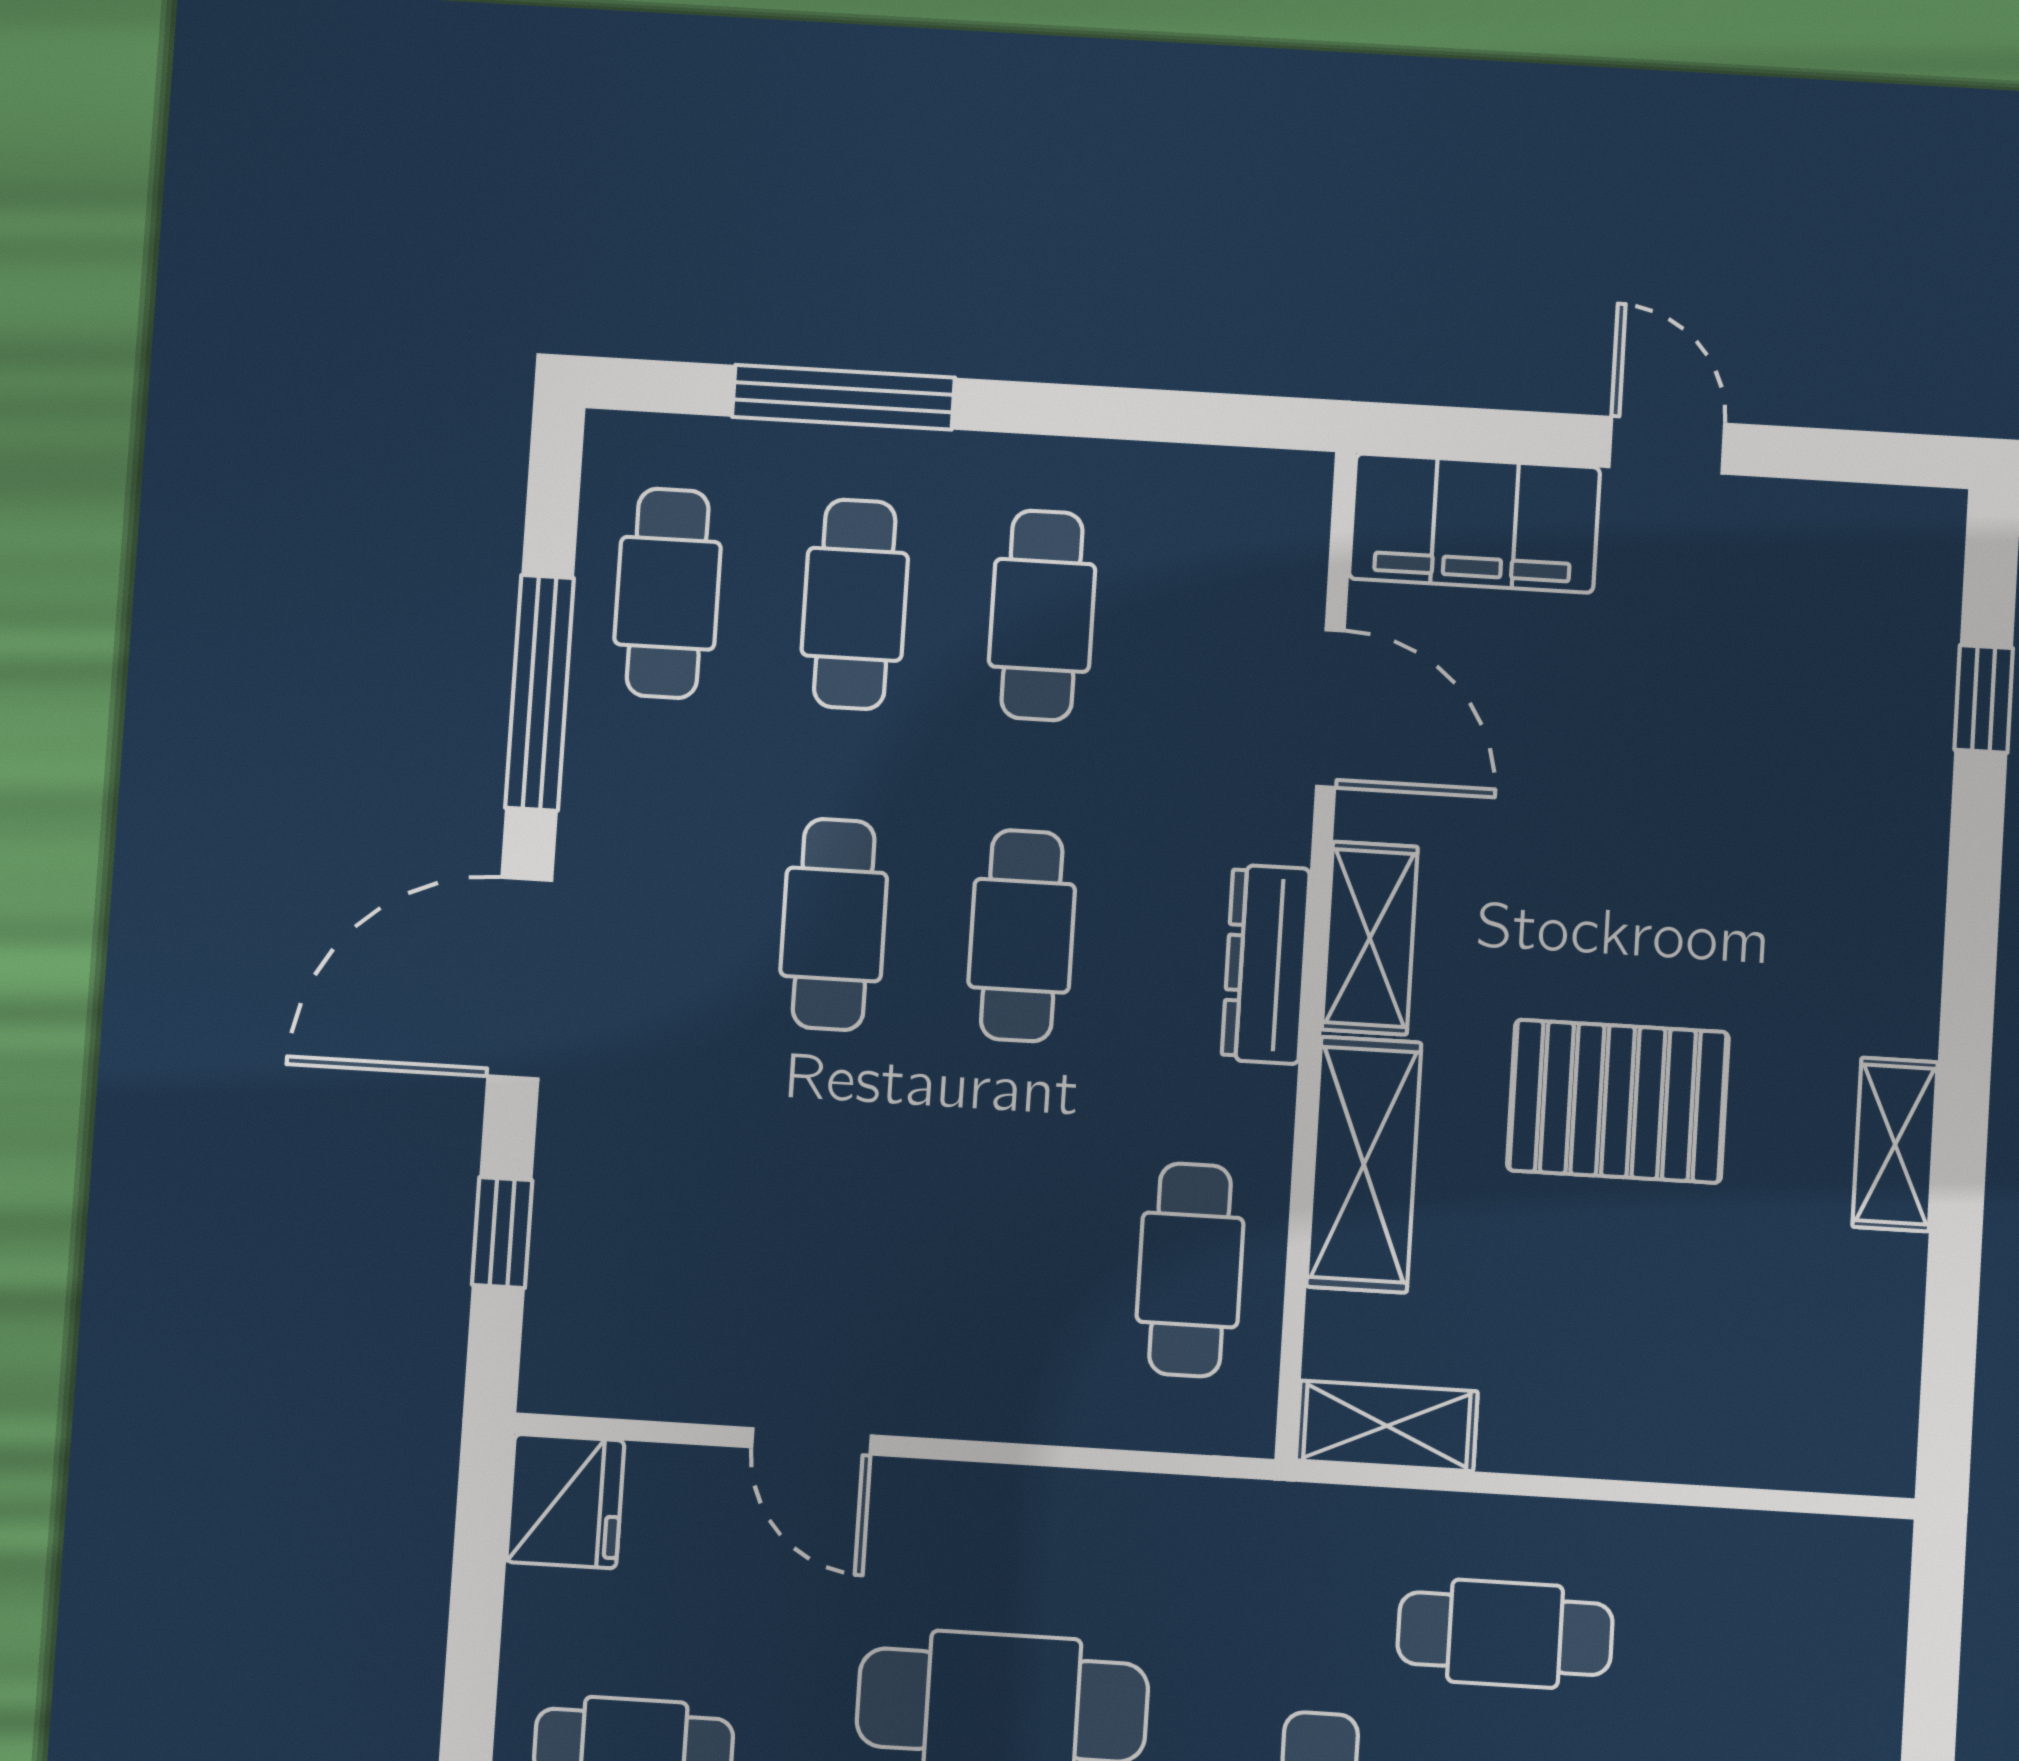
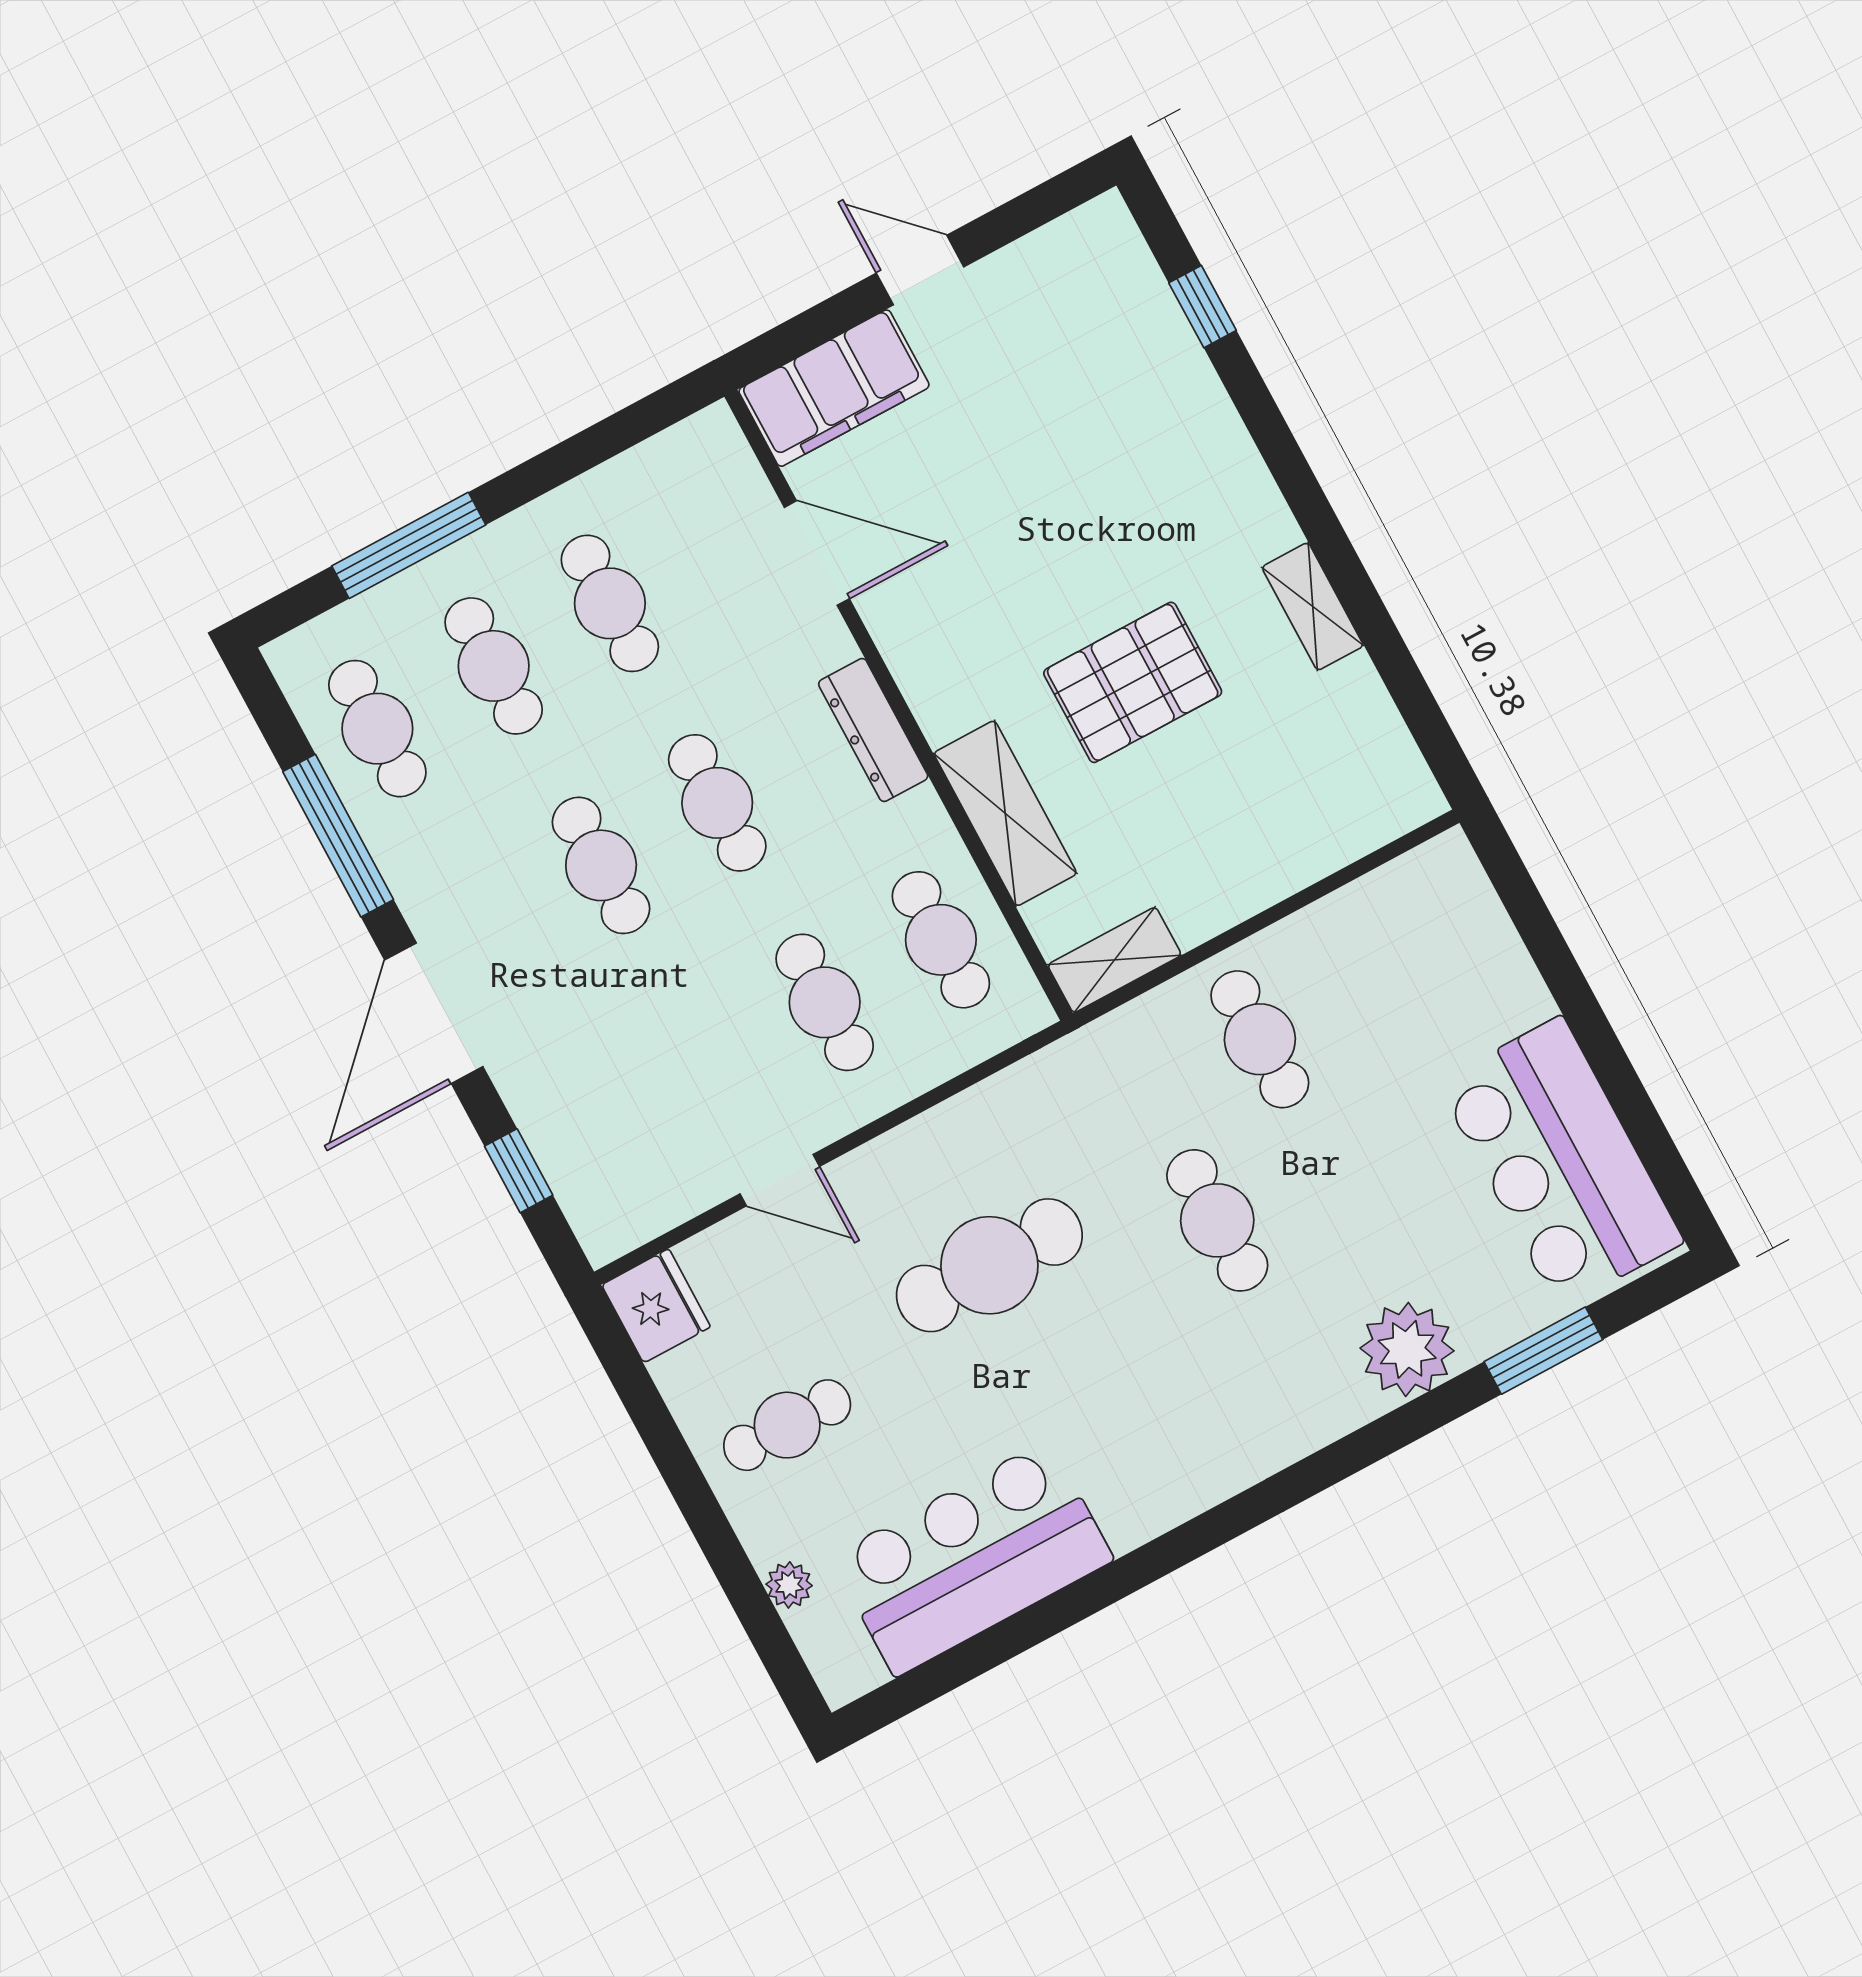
shelving: (1370, 938) -> (925, 676), removed
cafe table: (1001, 1258) -> (825, 1002), added
cafe table: (1505, 1634) -> (1260, 1039), turned 90

